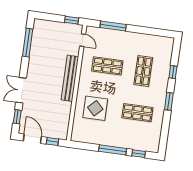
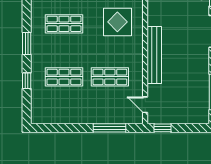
shop shelf: (143, 71) -> (64, 77), turned 90

